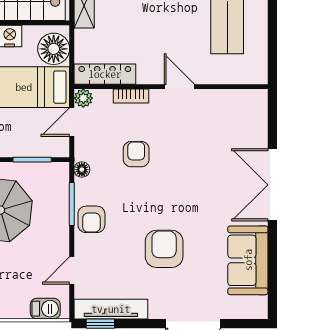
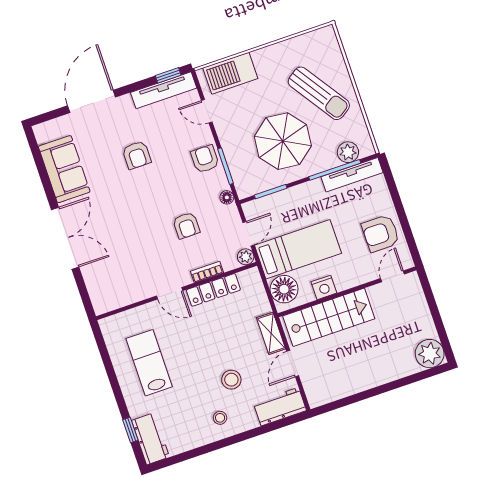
locker: (105, 74) -> (213, 290), moved
armchair: (164, 249) -> (137, 155), width x0.72, depth x0.72
door: (72, 270) -> (207, 111), swing flipped
barbecue: (45, 309) -> (230, 73), width x1.88, depth x1.53

